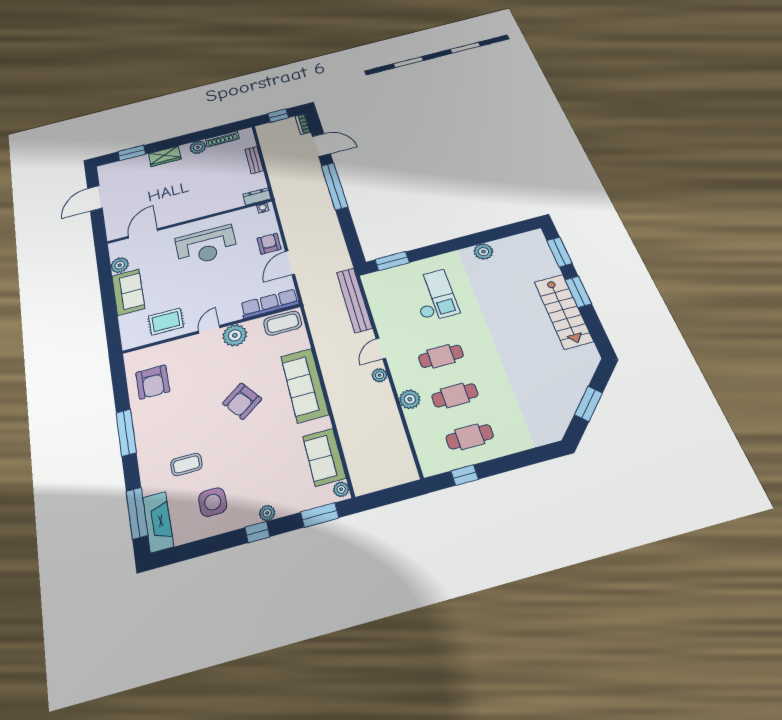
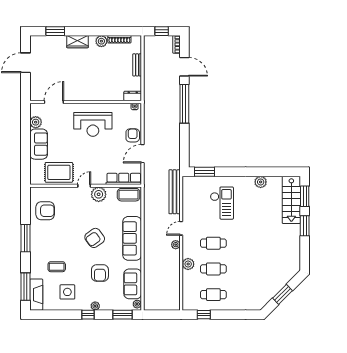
stairs: (563, 311) -> (291, 200), moved
rug: (166, 322) -> (59, 172), width x1.36, depth x1.43
armchair: (153, 382) -> (45, 211), turned -90
armchair: (263, 455) -> (100, 273), added

